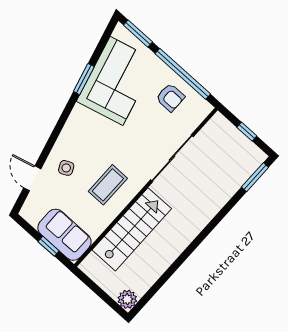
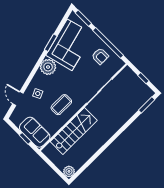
plant: (81, 121) -> (48, 67), added

